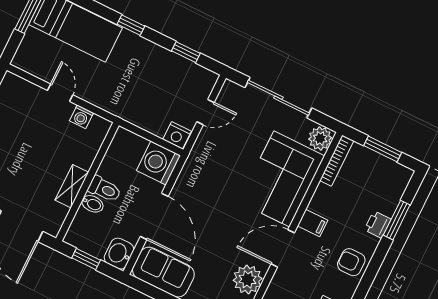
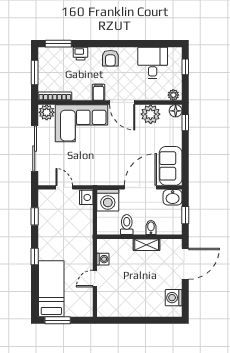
toilet: (105, 189) -> (127, 225), moved
window: (397, 220) -> (58, 44), moved

